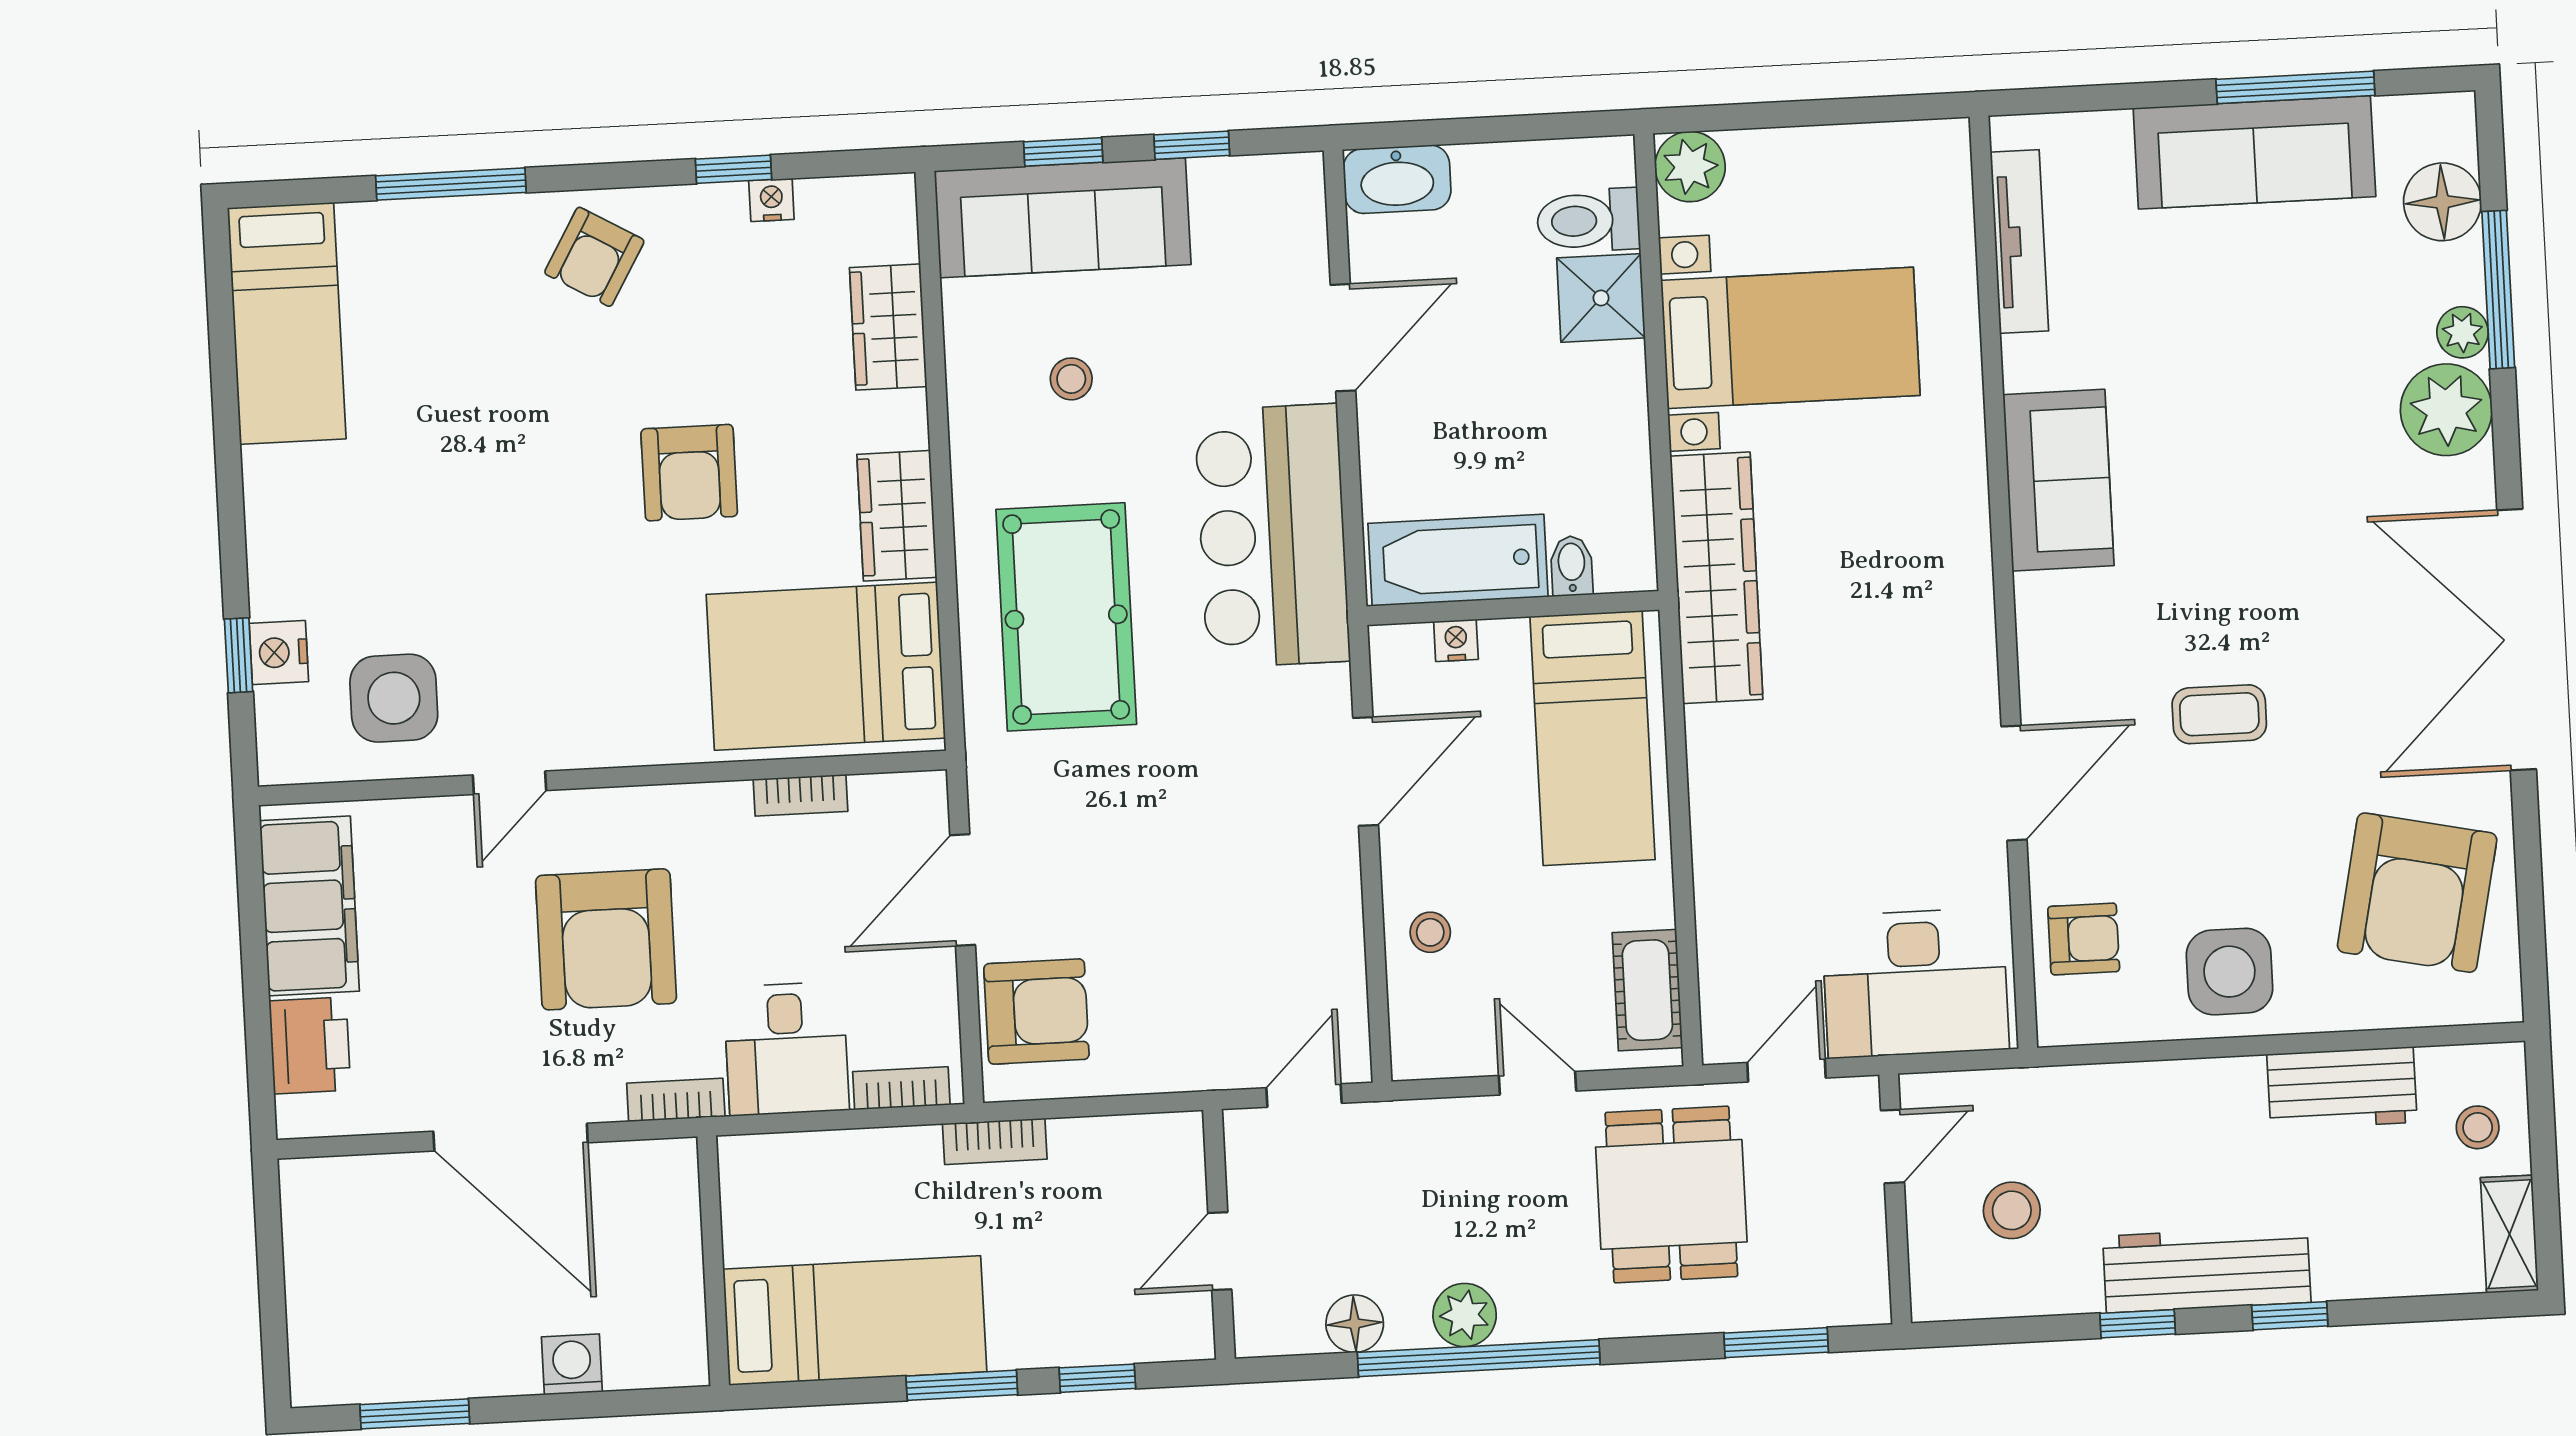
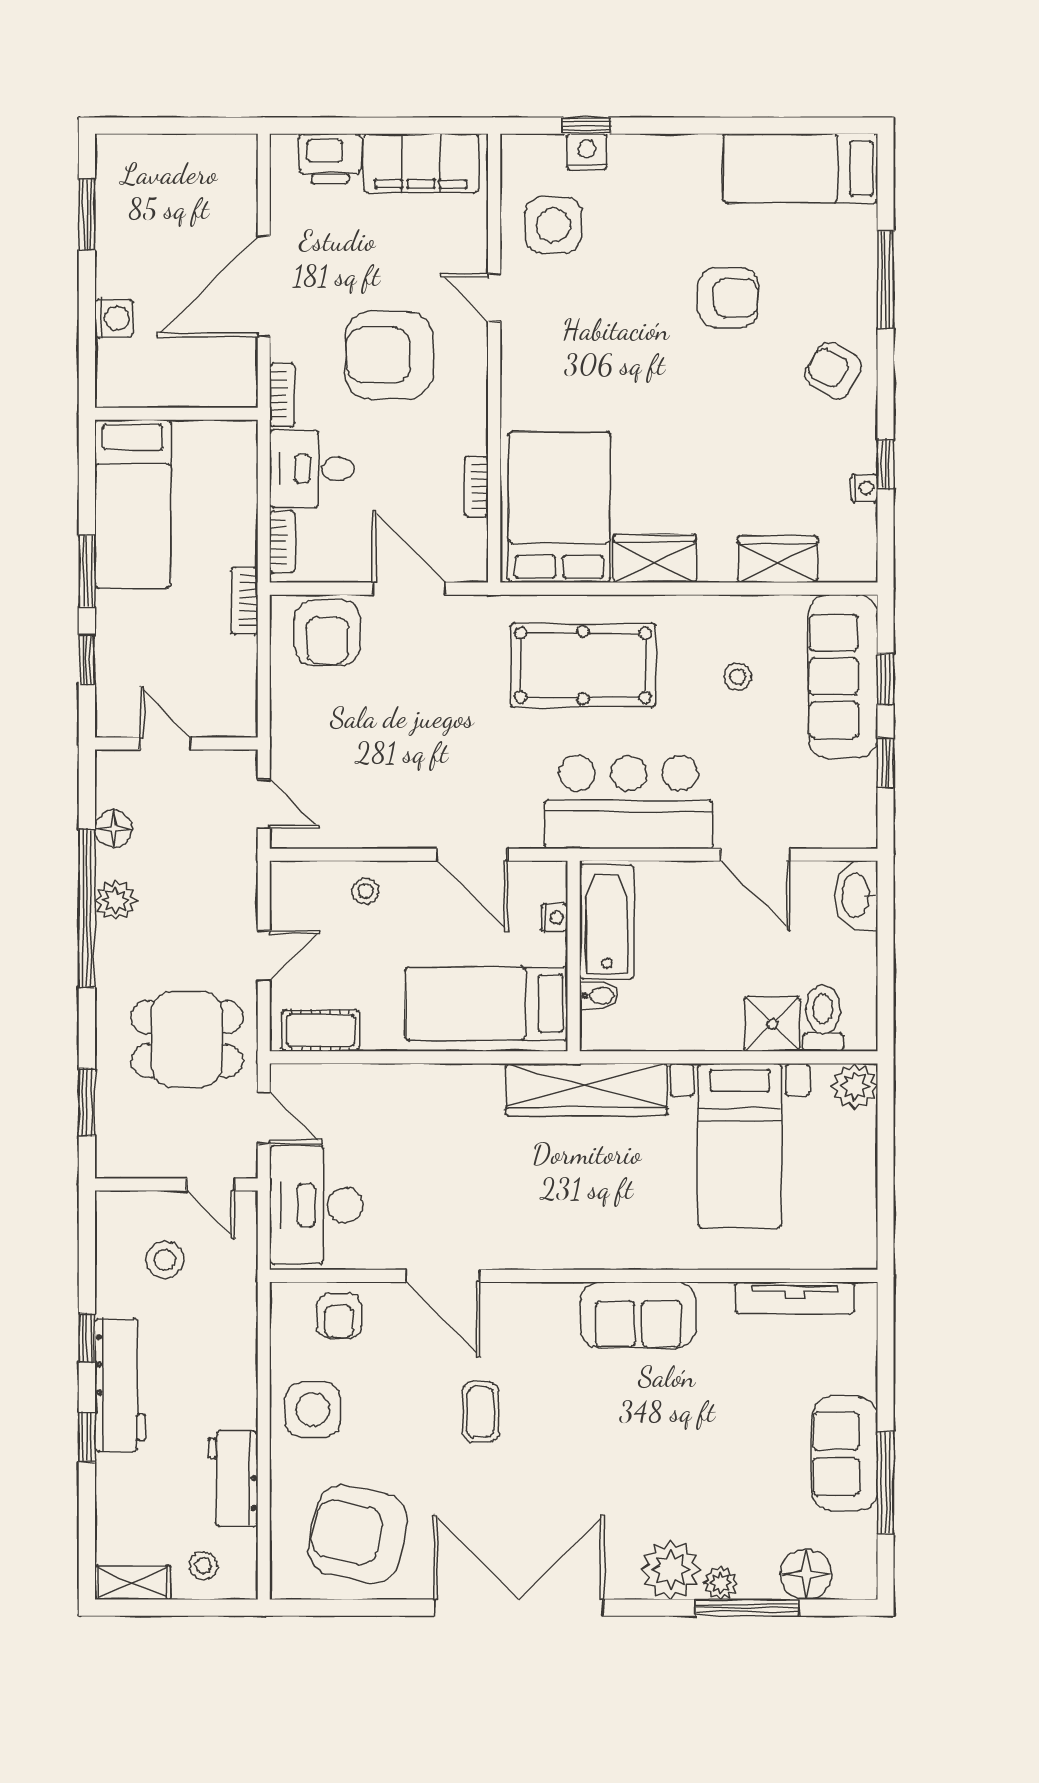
sofa: (2254, 152) -> (845, 1454), width x0.73
armchair: (689, 473) -> (728, 298), moved, turned 180

